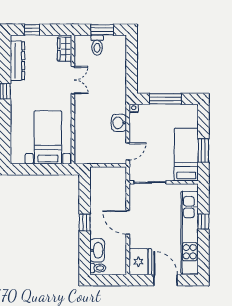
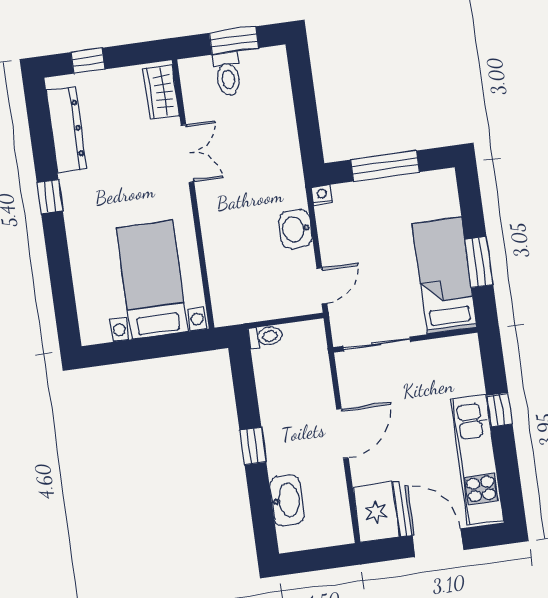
door: (128, 222) -> (342, 434), swing flipped
kitchen unit: (190, 233) -> (477, 460), width x0.73
toilet: (98, 268) -> (266, 336), moved

